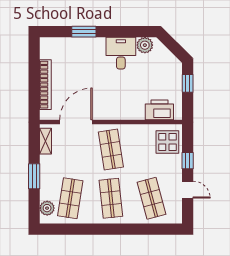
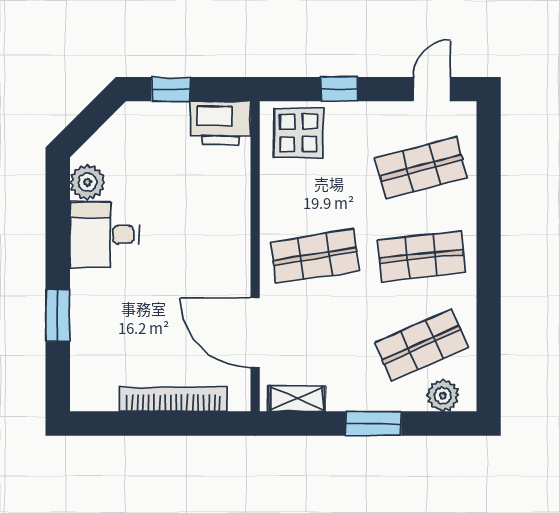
printer: (159, 110) -> (220, 123), moved, turned -90
door: (188, 190) -> (432, 89), moved
shop shelf: (70, 198) -> (421, 345), turned -33

